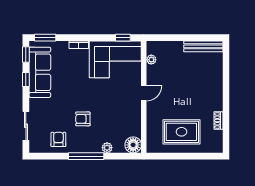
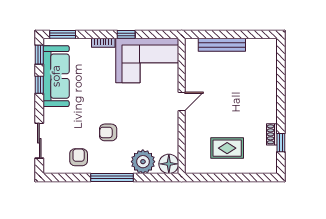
window: (123, 38) -> (126, 34), moved
bench: (203, 46) -> (222, 45), moved
plant: (151, 60) -> (191, 61), removed
window: (226, 127) -> (281, 143), added
rug: (181, 132) -> (227, 148), width x0.73, depth x0.70
plant: (107, 148) -> (143, 162), width x1.88, depth x1.88

